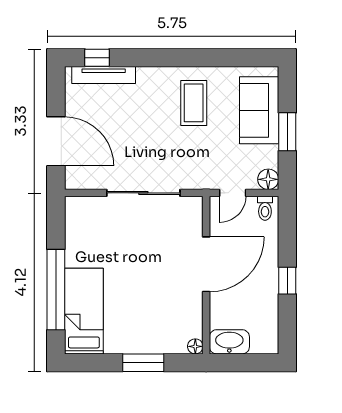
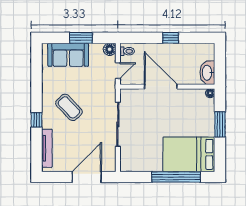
window: (97, 58) -> (37, 120), moved
coffee table: (194, 103) -> (69, 107), moved, turned 46
door: (233, 193) -> (118, 71), hinge flipped
bed: (84, 311) -> (189, 154), width x1.50

